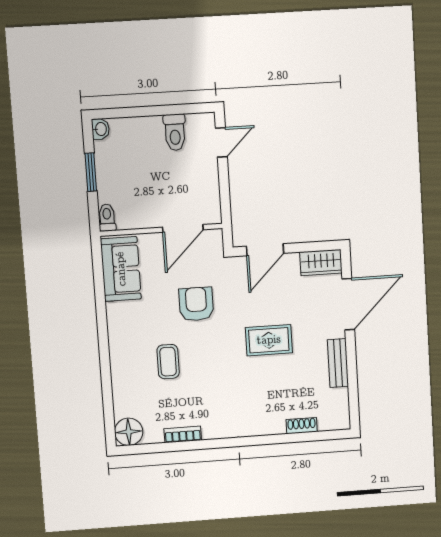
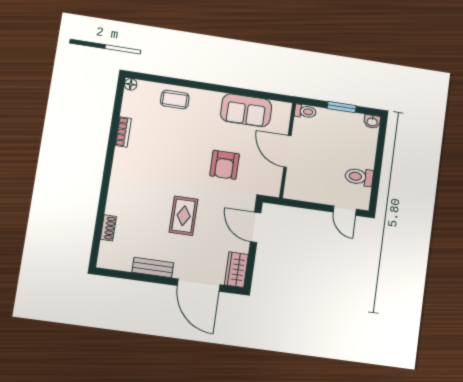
door: (183, 228) -> (287, 151), moved
sofa: (121, 269) -> (246, 110), moved
armchair: (196, 304) -> (225, 165), turned 90
coffee table: (168, 362) -> (175, 100), moved
floor lamp: (129, 432) -> (131, 84), width x0.53, depth x0.53

